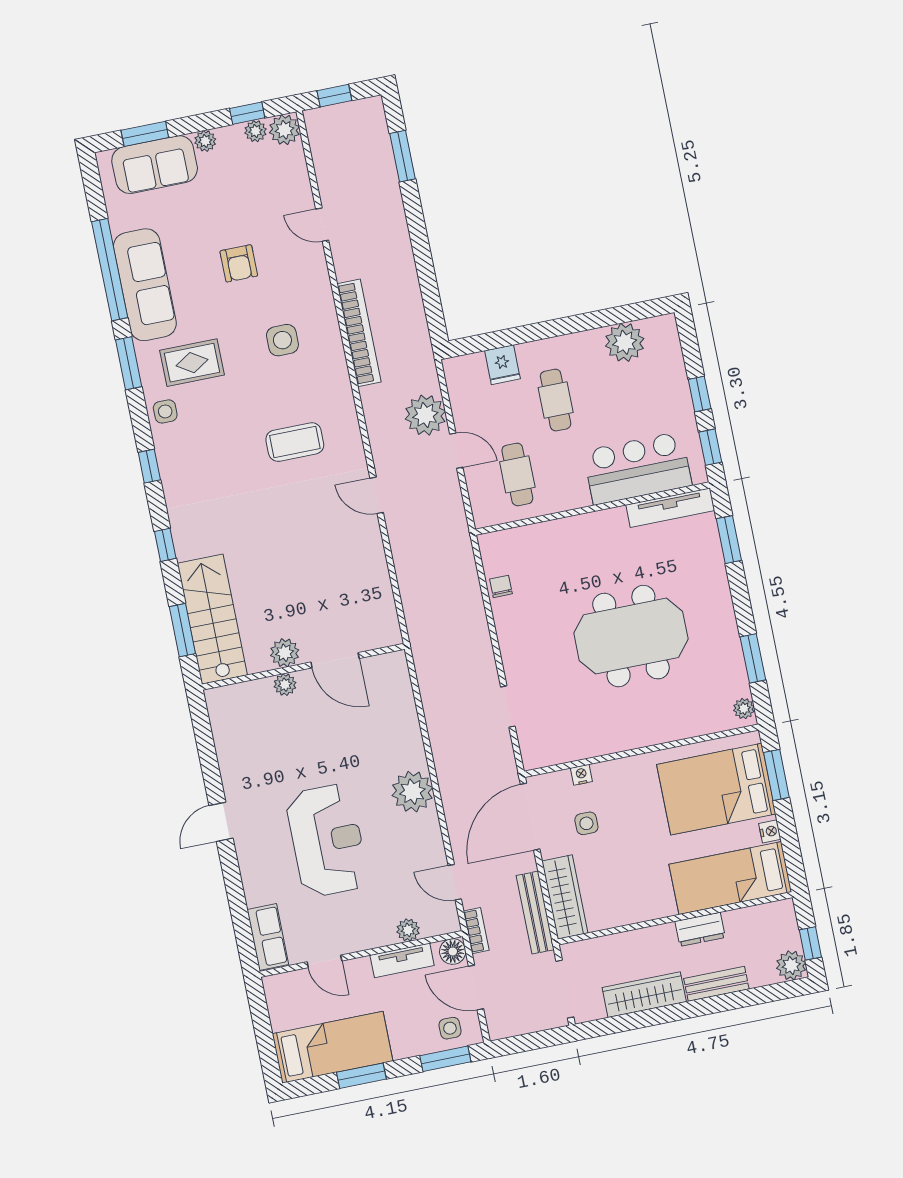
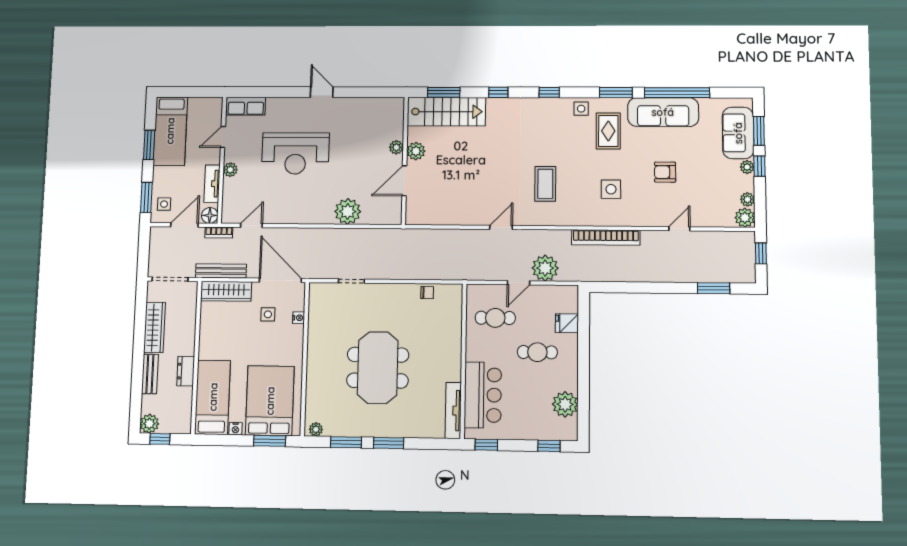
window: (247, 113) -> (759, 166), moved
window: (700, 394) -> (549, 446), moved
window: (729, 540) -> (389, 443), moved
plant: (412, 792) -> (348, 211), moved
plant: (408, 930) -> (230, 170), moved

